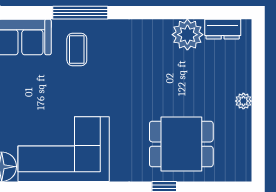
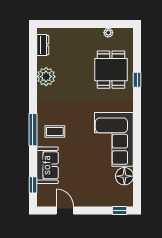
plant: (187, 35) -> (46, 77), moved
plant: (243, 101) -> (108, 33), moved

